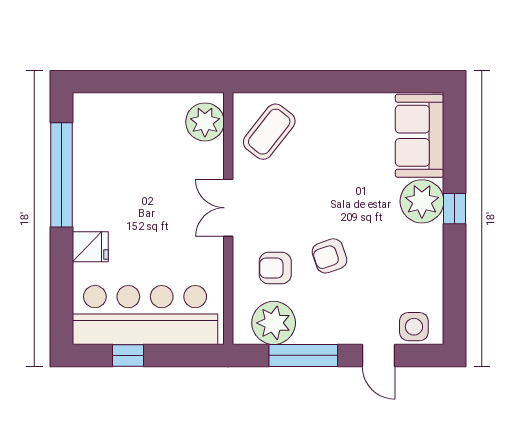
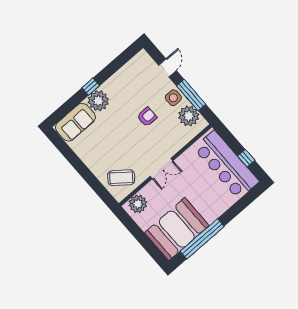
booth: (112, 149) -> (177, 229), added
fridge: (90, 247) -> (219, 206), removed
armchair: (330, 256) -> (147, 117), turned -71
armchair: (275, 268) -> (168, 133), removed
side table: (414, 327) -> (173, 98), moved

